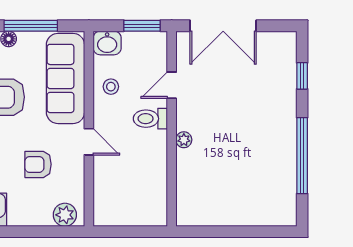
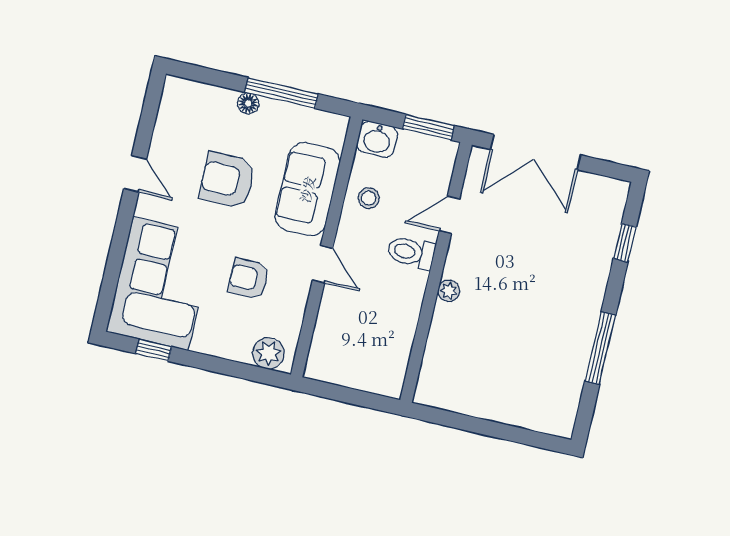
sofa: (65, 78) -> (307, 189), width x0.73
window: (302, 156) -> (600, 348), width x0.68

